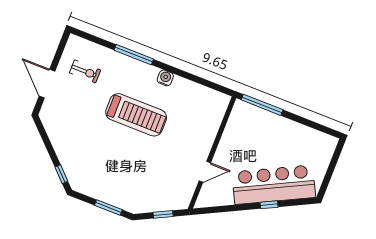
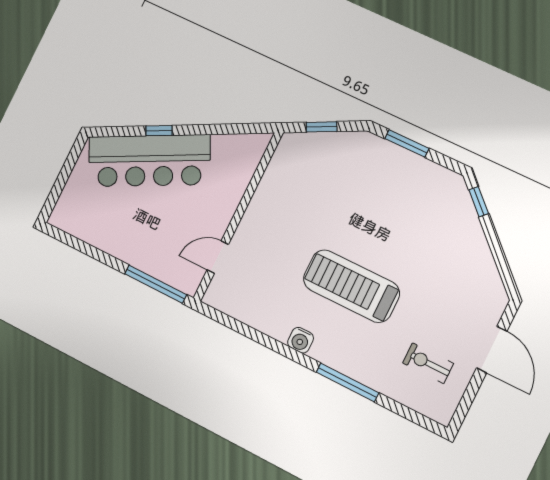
door: (205, 172) -> (218, 257), moved

